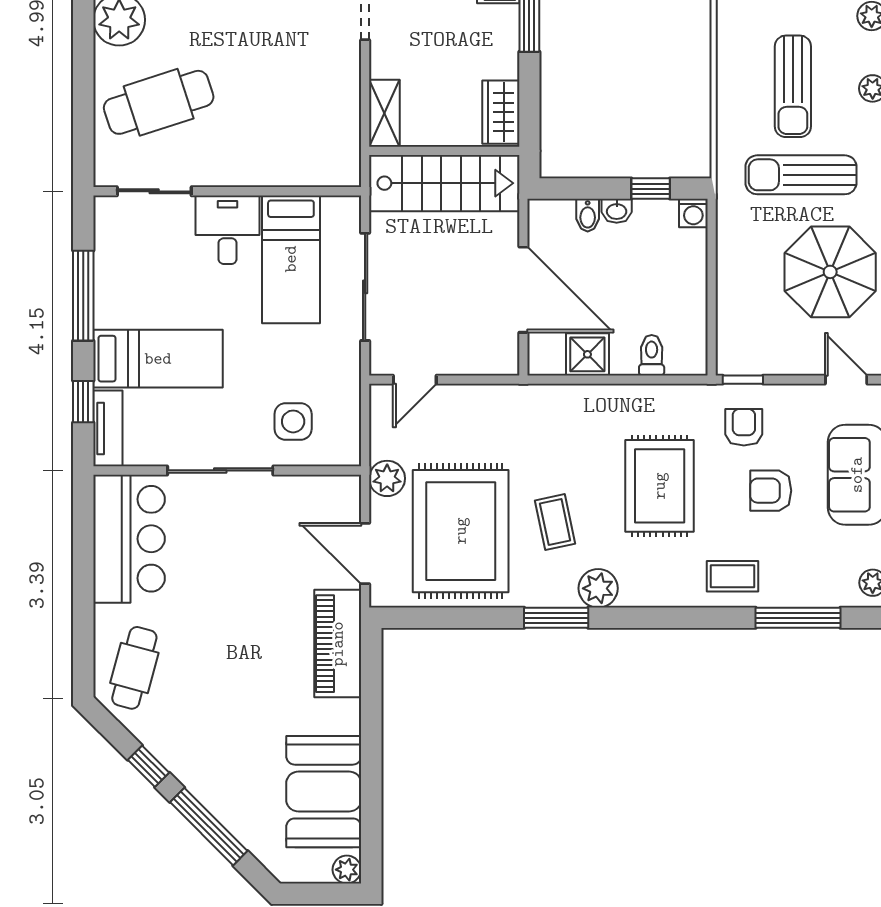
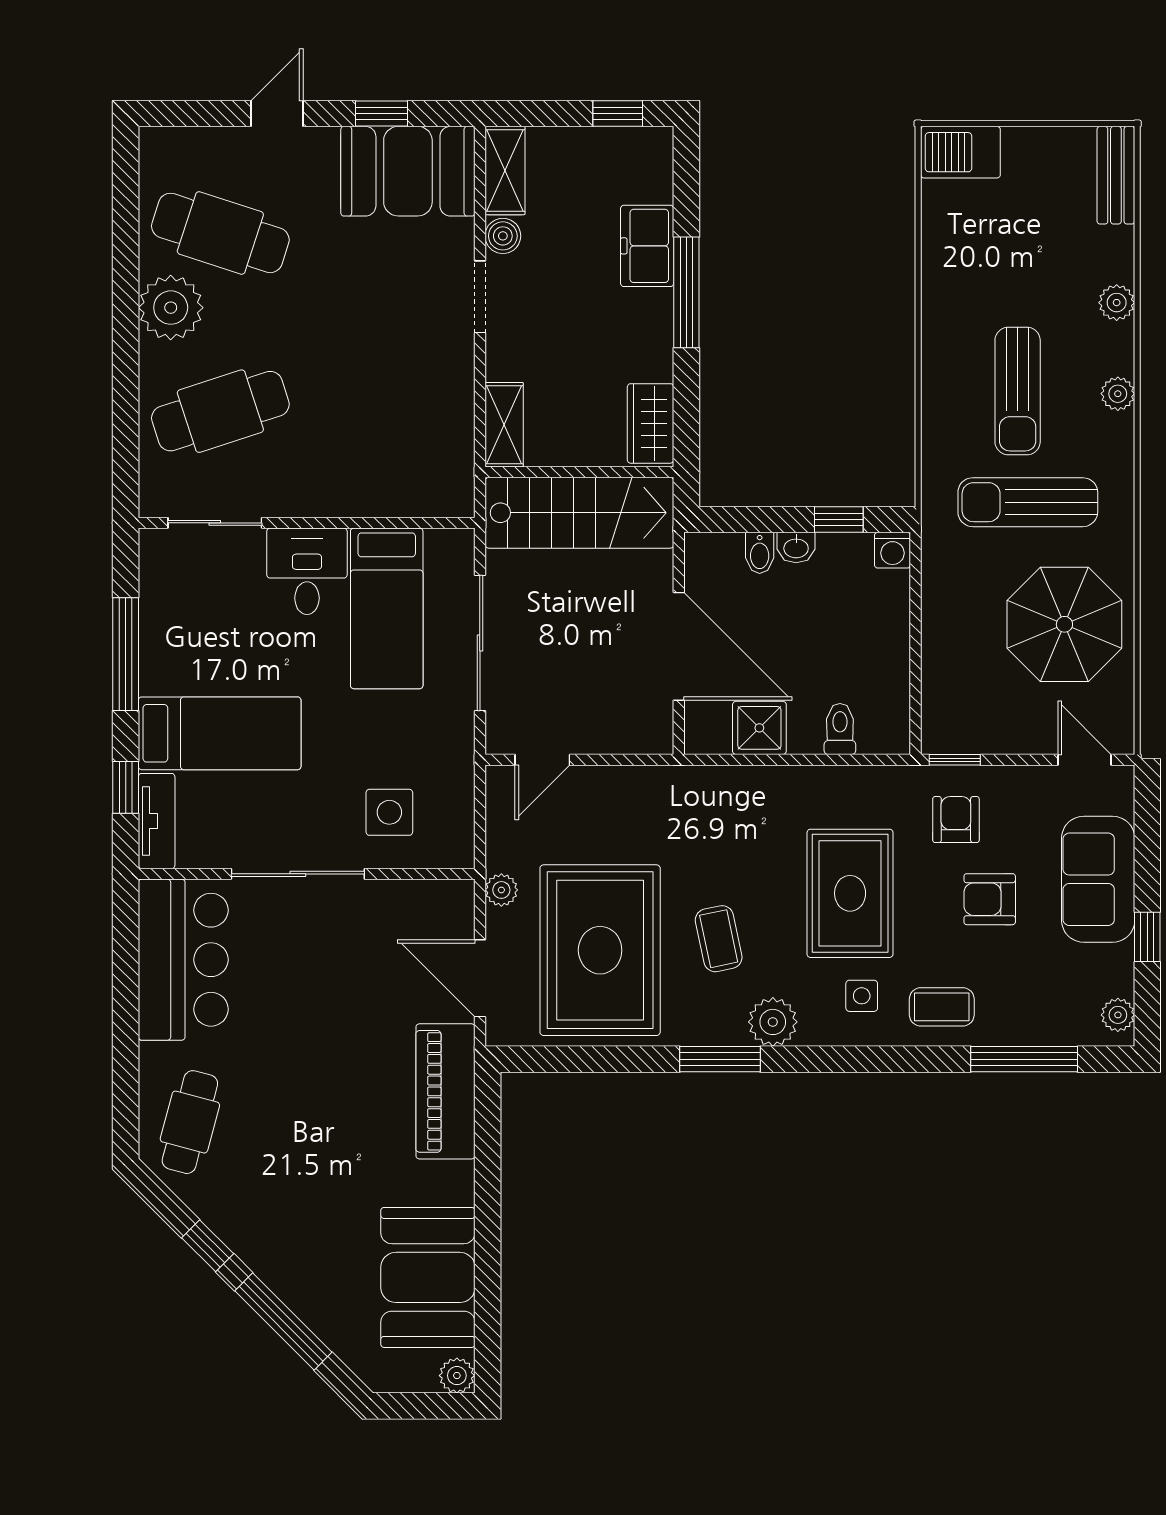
plant: (387, 478) -> (501, 890), width x0.73, depth x0.73
side table: (669, 567) -> (862, 996), added

